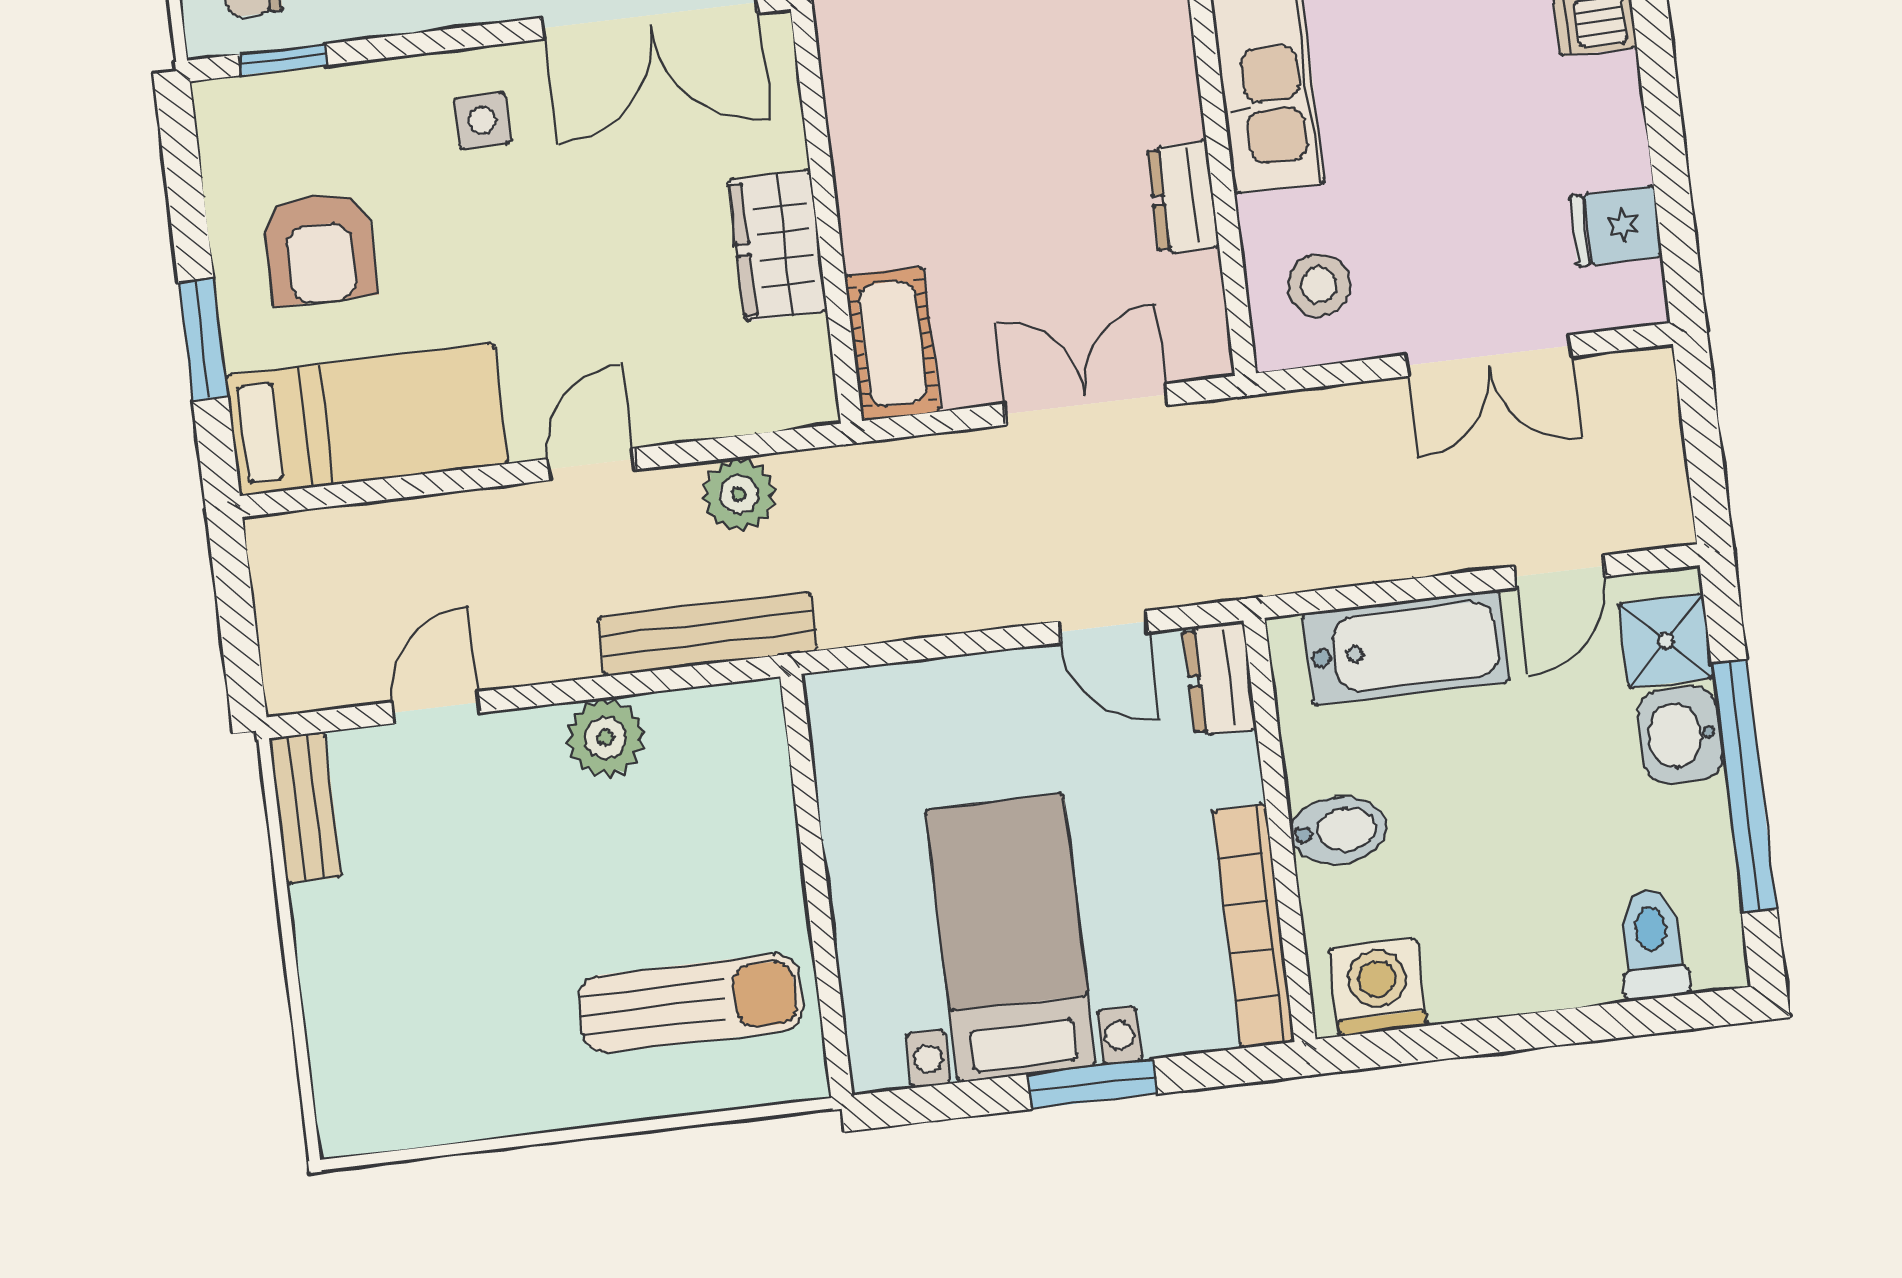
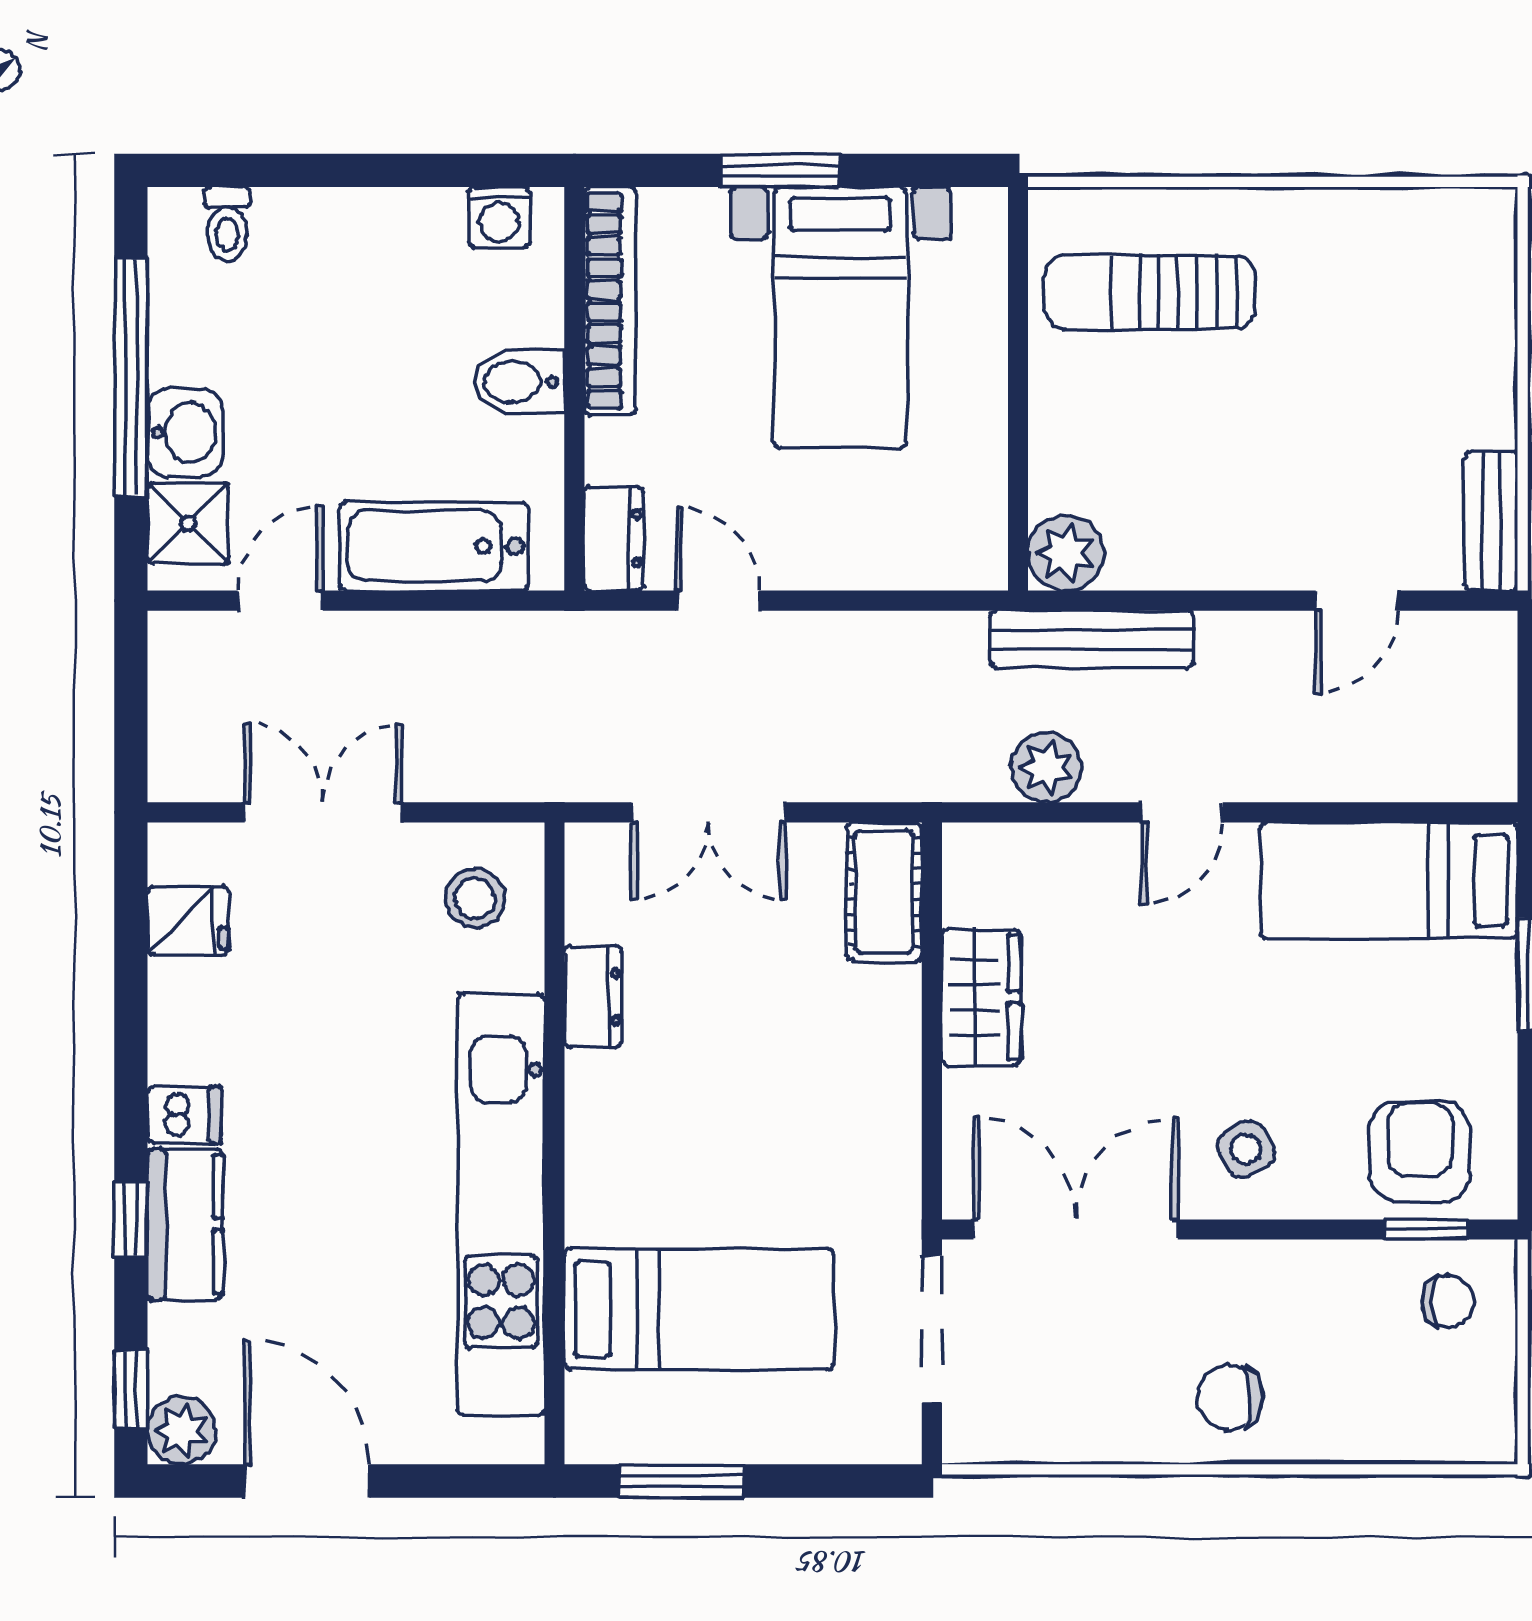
side table: (482, 120) -> (1246, 1149), turned -30
armchair: (320, 248) -> (1420, 1152), moved
plant: (605, 738) -> (1066, 553), moved
toilet: (1652, 944) -> (227, 224), width x0.73, depth x0.72
washing machine: (1378, 987) -> (499, 217), width x0.73, depth x0.73

